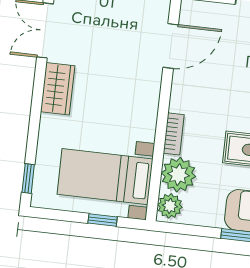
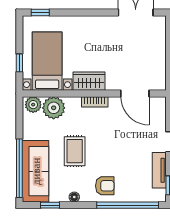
wardrobe: (58, 89) -> (89, 81), moved, turned 180
bookcase: (174, 134) -> (95, 102), moved

